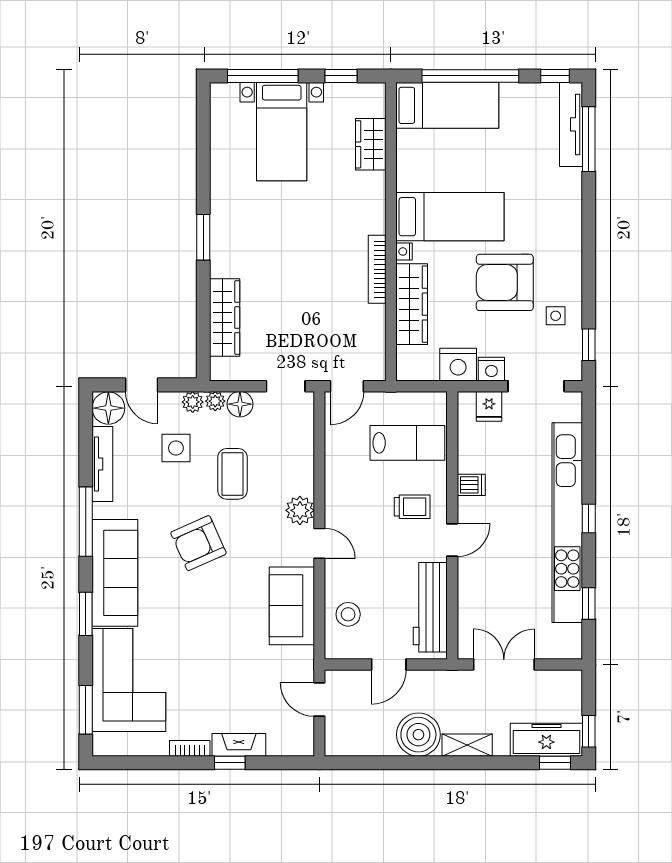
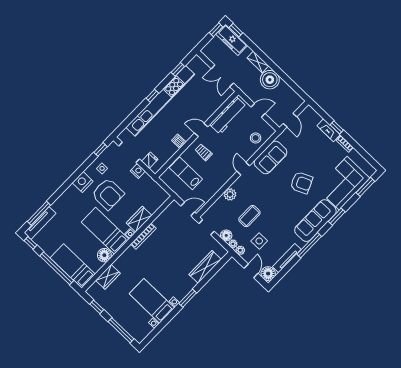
bed with nightstands: (282, 132) -> (152, 301), moved, turned -90
floor lamp: (412, 175) -> (104, 255), added
wardrobe: (412, 304) -> (139, 219), width x0.67
nightstand: (458, 365) -> (83, 182), moved, turned -90
plant: (300, 510) -> (230, 194), moved
armchair: (198, 543) -> (301, 183), moved

